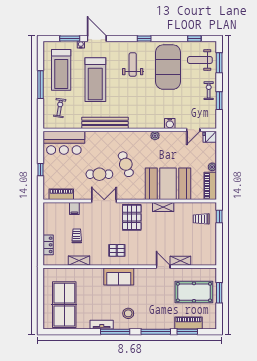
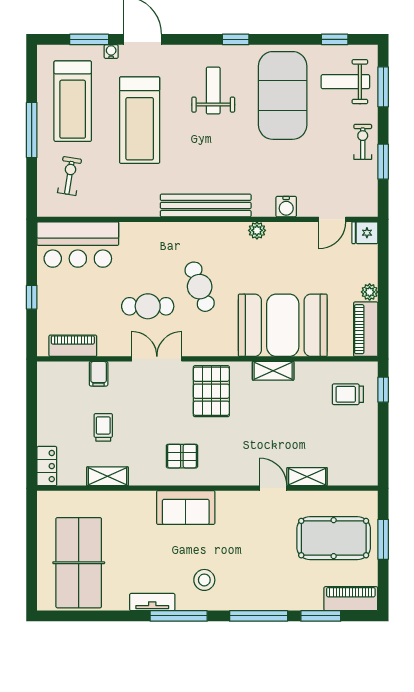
bench: (105, 123) -> (206, 205), moved
locker: (48, 245) -> (47, 466), moved
piano: (189, 323) -> (351, 599), moved

